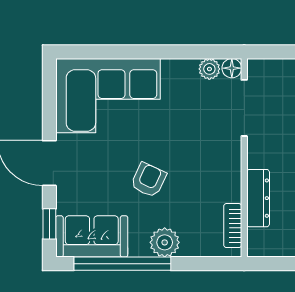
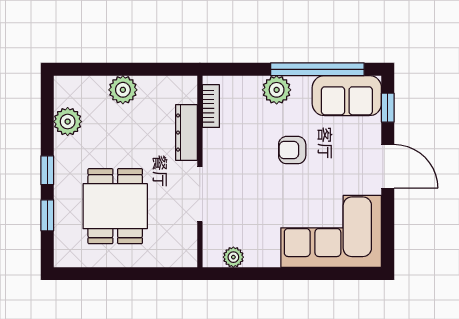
floor lamp: (232, 68) -> (212, 258), removed
doorway: (244, 108) -> (200, 194), moved
armchair: (148, 180) -> (292, 150), turned 65

